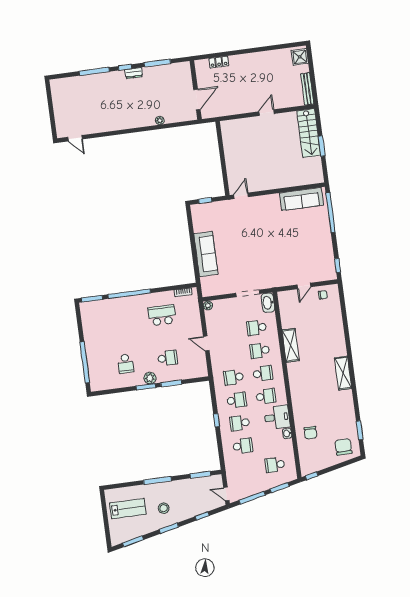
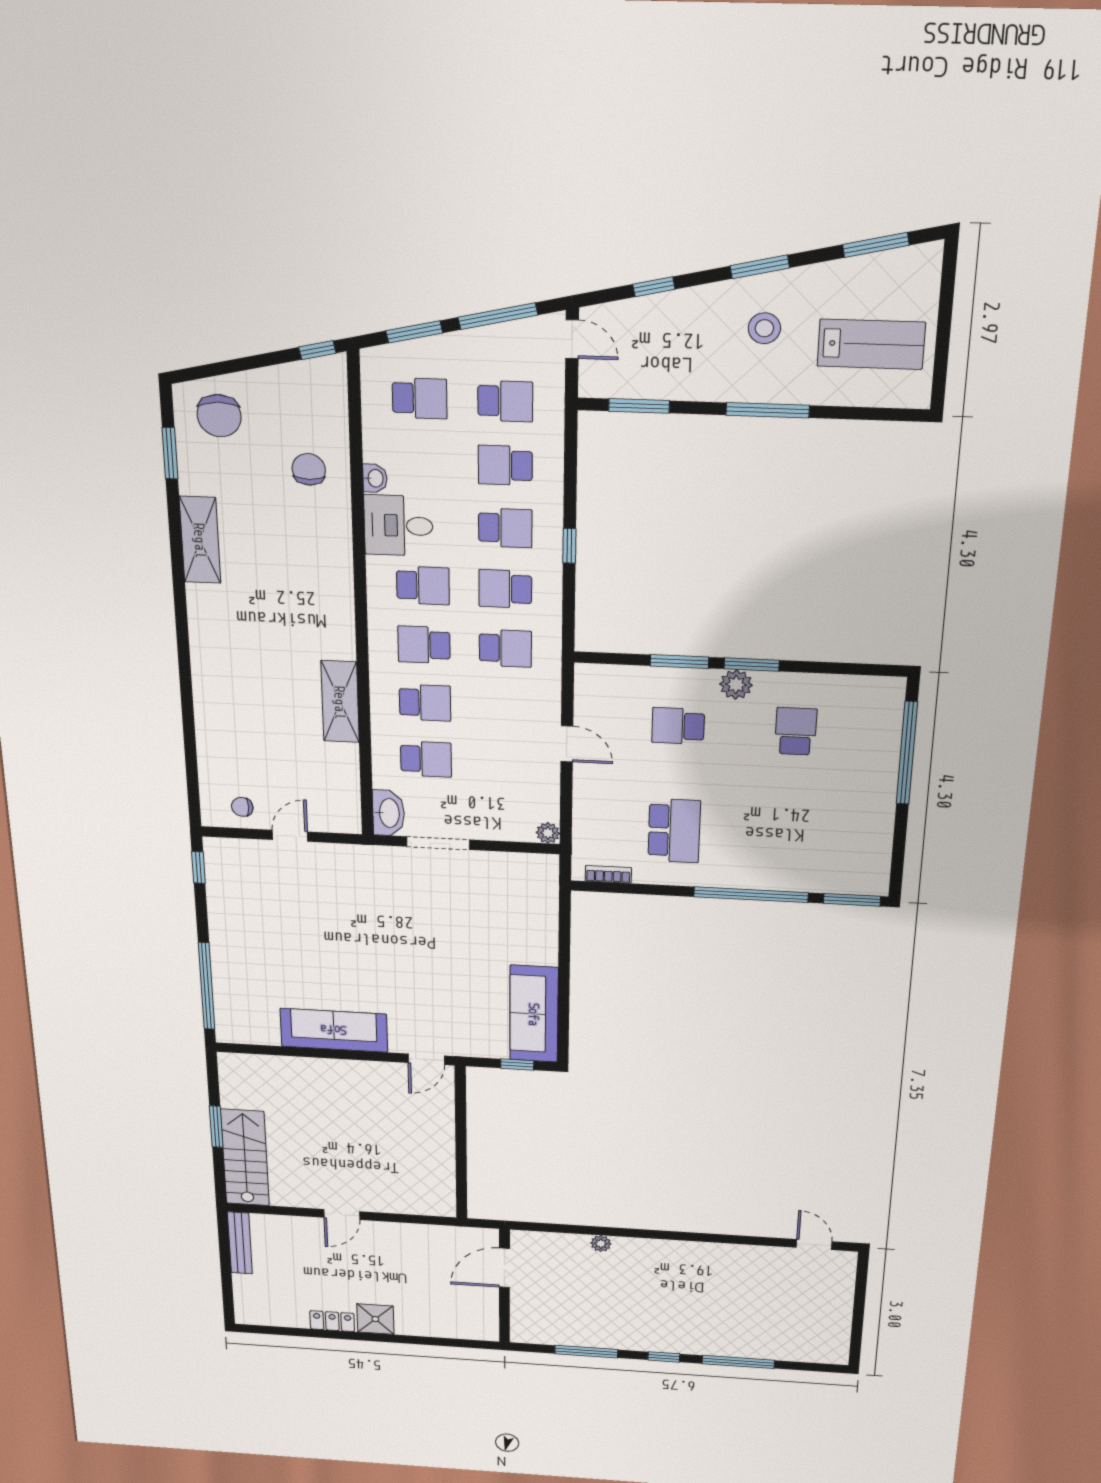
shower: (300, 57) -> (375, 1319), moved
locker: (219, 62) -> (332, 1321), moved
dresser: (134, 73) -> (645, 1343), removed
sofa: (301, 199) -> (334, 1030), moved
sofa: (206, 254) -> (534, 1014), moved
school desk: (162, 315) -> (674, 831), turned -90
shelving: (343, 373) -> (200, 540), moved
school desk: (266, 396) -> (423, 586), turned 180
school desk: (246, 469) -> (505, 401), added
lab bench: (128, 509) -> (871, 344), turned 180

